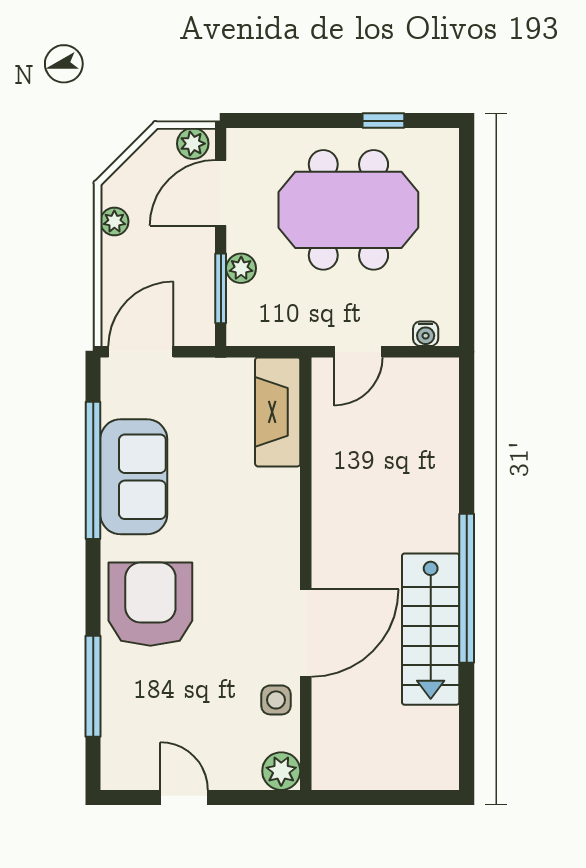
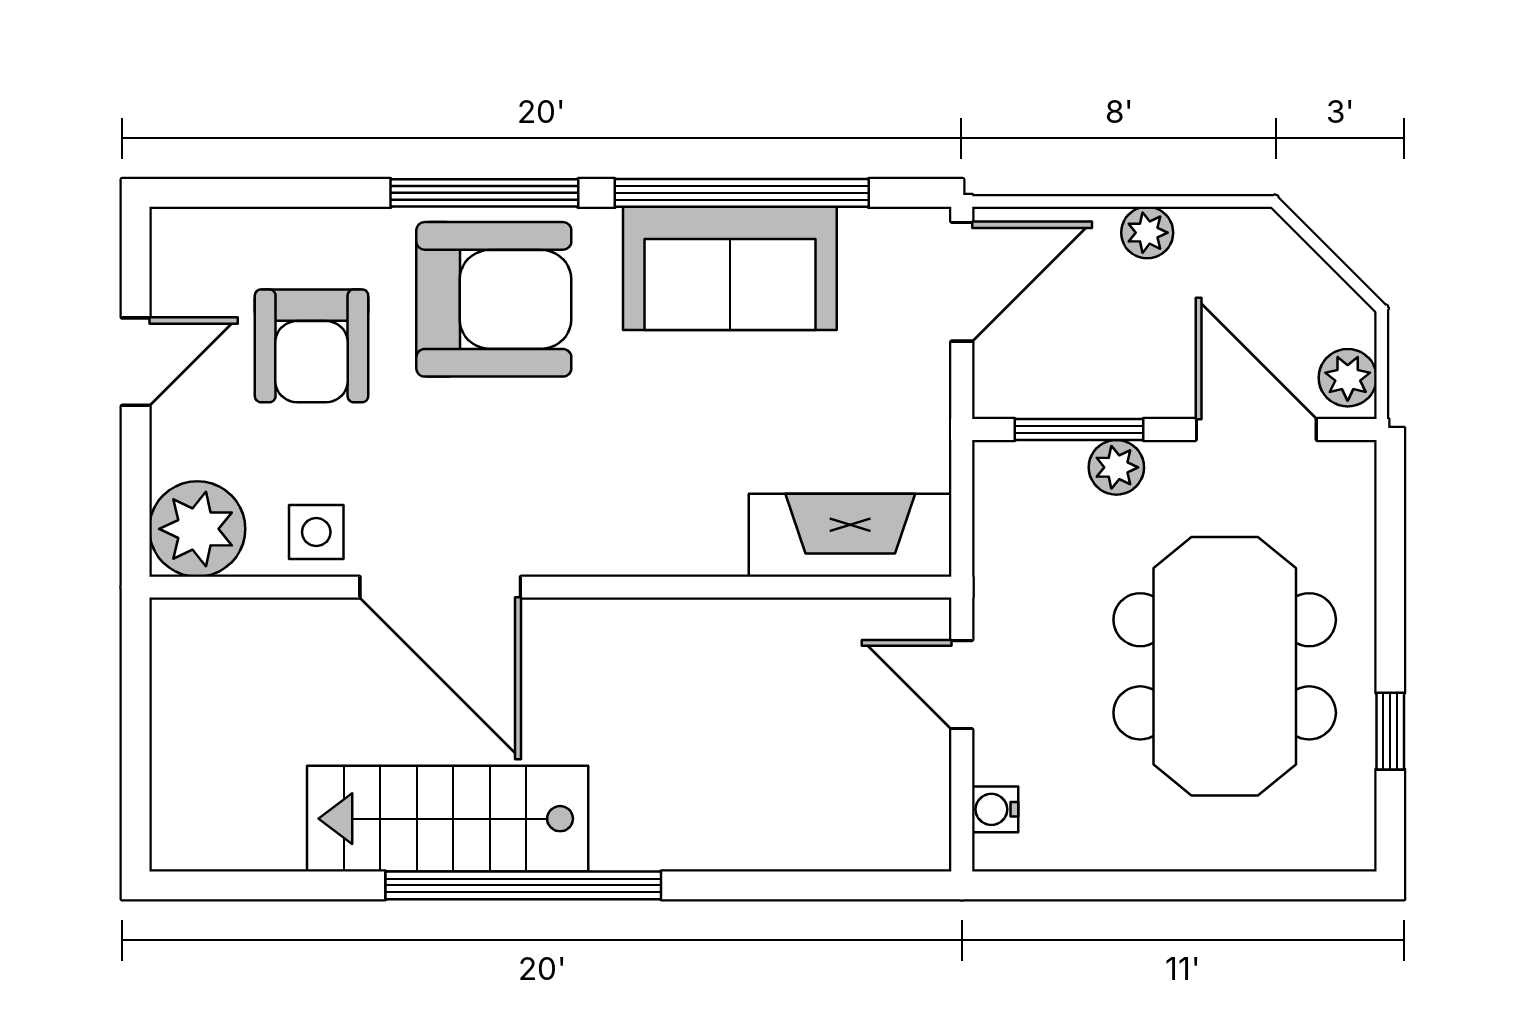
plant: (114, 222) -> (1147, 233), moved
door: (141, 352) -> (962, 282), hinge flipped
window: (93, 686) -> (484, 193), moved
armchair: (176, 703) -> (312, 346), added
plant: (281, 771) -> (197, 529), width x1.36, depth x1.36

